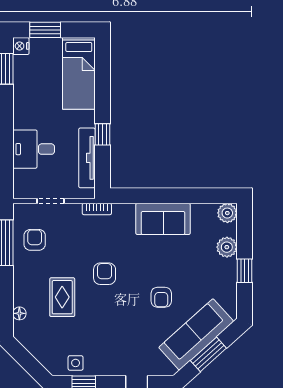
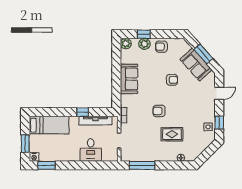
armchair: (35, 240) -> (161, 47), moved
window: (244, 271) -> (144, 34), moved
sofa: (196, 334) -> (196, 65), width x0.73

